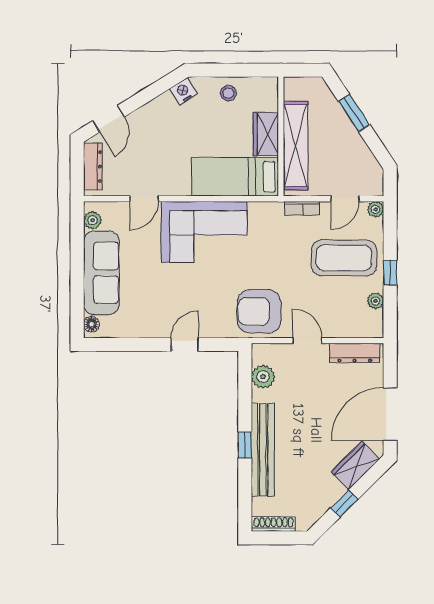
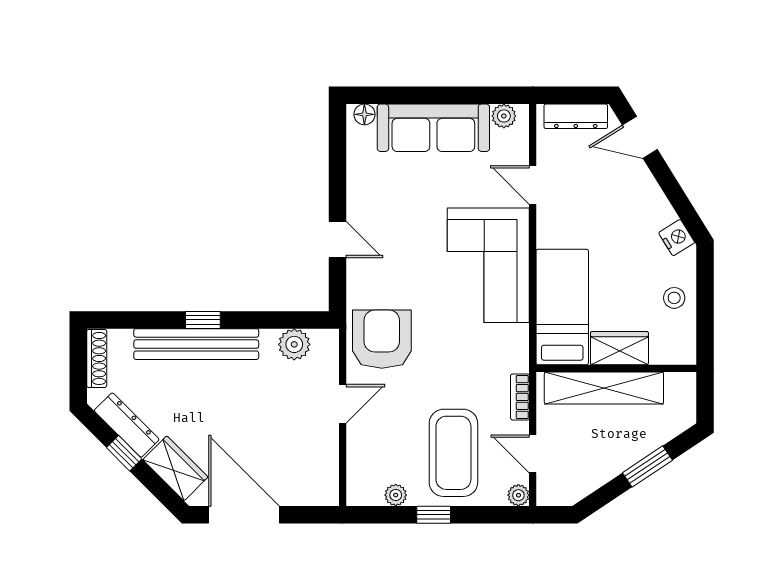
dresser: (355, 353) -> (127, 425), moved, turned 135

